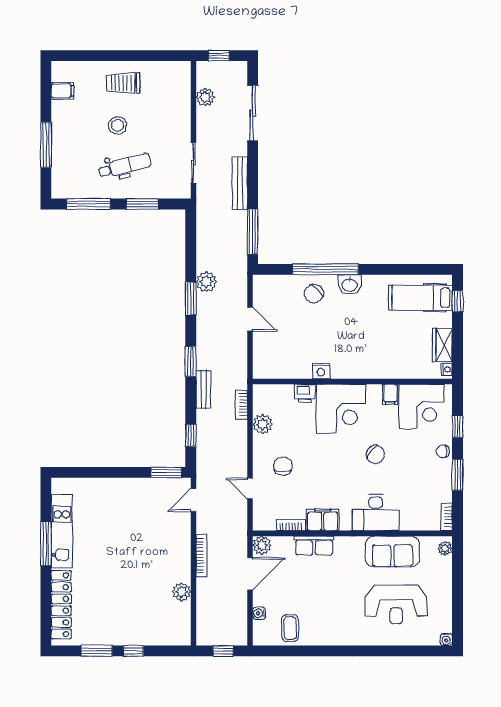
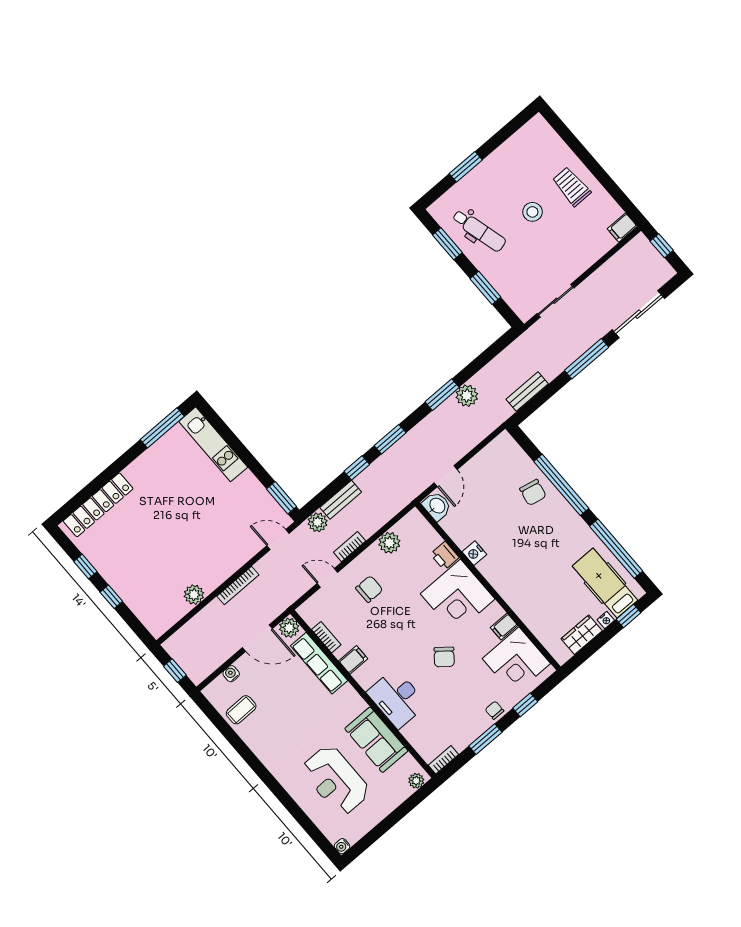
filing cabinet: (62, 91) -> (622, 227), moved, turned 90
plant: (205, 97) -> (318, 522), moved
window: (46, 145) -> (466, 167), width x0.69
dental chair: (125, 166) -> (479, 231), moved
bench: (240, 183) -> (527, 392), moved, width x0.73
window: (89, 204) -> (447, 244), width x0.69
window: (253, 232) -> (587, 359), moved
window: (403, 269) -> (616, 549), added
washbasin: (350, 285) -> (437, 506), moved, turned 180
chair: (314, 294) -> (533, 492), turned -119
door: (250, 319) -> (446, 476), moved
nightstand: (447, 369) -> (606, 620), moved
bench: (203, 389) -> (341, 500), moved
bookcase: (241, 405) -> (350, 547), moved
window: (191, 435) -> (357, 468), moved
door: (250, 489) -> (327, 578), hinge flipped
filing cabinet: (323, 520) -> (353, 660), width x0.50
kitchen unit: (62, 531) -> (213, 444), moved, turned 90
window: (46, 544) -> (162, 428), moved
row of seats: (314, 546) -> (319, 663), width x1.48
window: (97, 651) -> (85, 567), width x0.67

